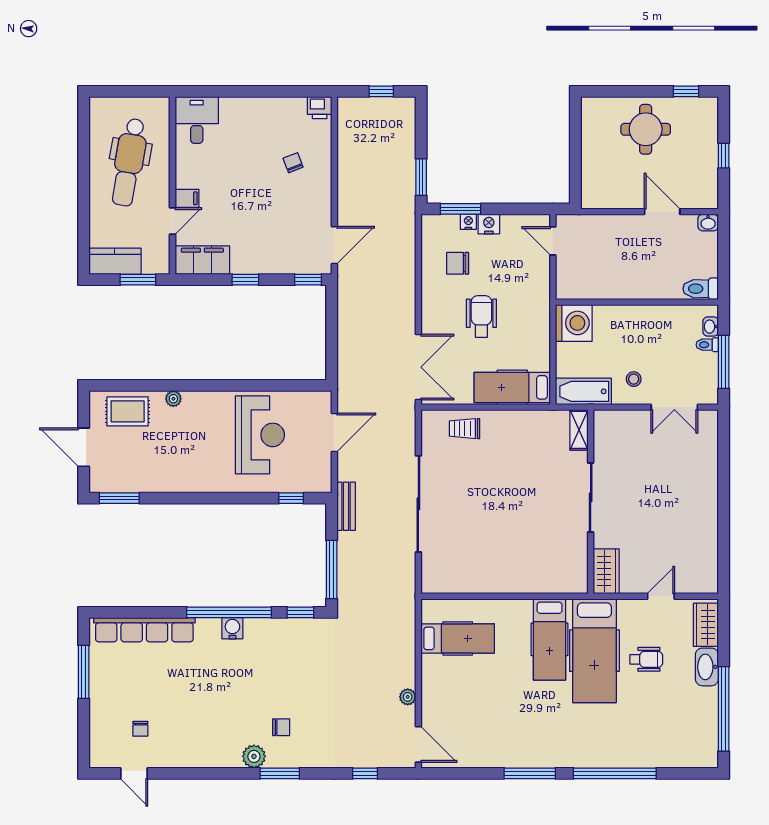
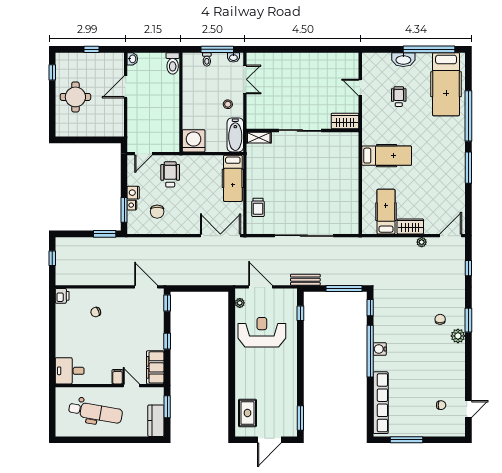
wheelchair: (481, 317) -> (170, 174), moved, turned 90
washbasin: (711, 327) -> (233, 57), moved
plant: (173, 399) -> (240, 303), moved
wardrobe: (706, 625) -> (410, 226), moved, turned 180
hospital bed: (594, 651) -> (446, 84), moved, turned 90

